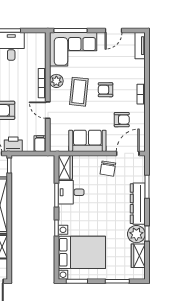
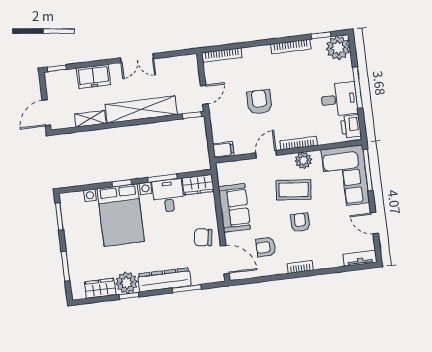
armchair: (122, 120) -> (266, 247), turned 90
printer: (13, 144) -> (351, 126), moved, turned 180
bed with nightstands: (82, 252) -> (121, 215), moved

